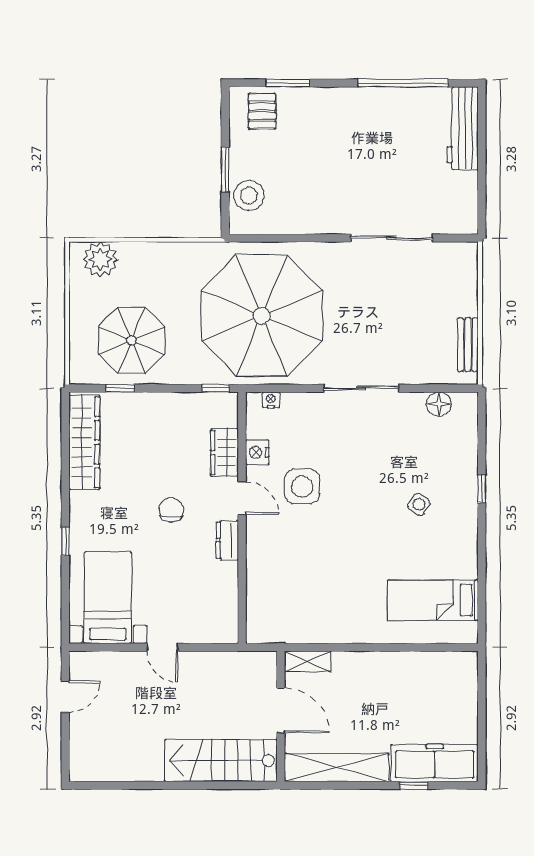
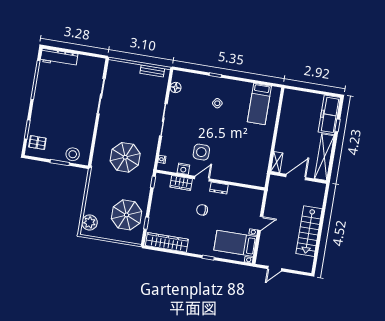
parasol: (262, 316) -> (125, 157), width x0.54, depth x0.54
door: (65, 697) -> (275, 269), swing flipped
stairs: (221, 761) -> (309, 231), moved

